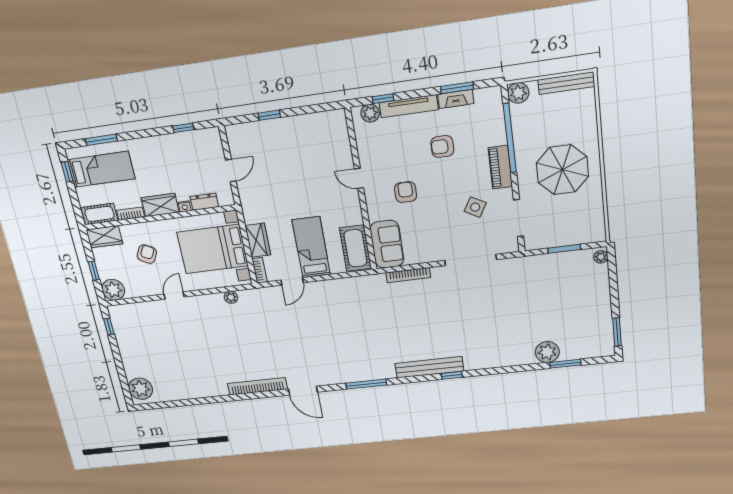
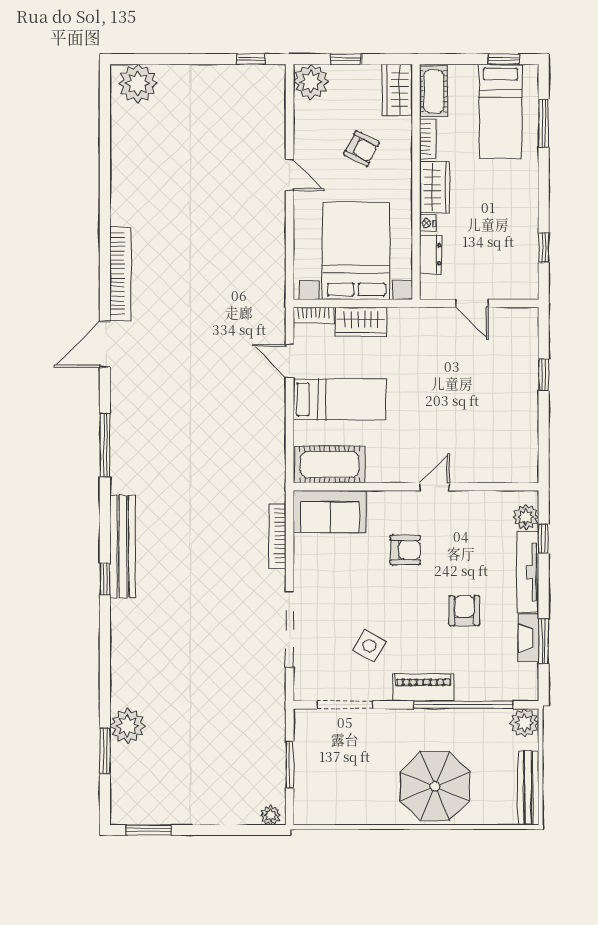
parasol: (562, 170) -> (435, 786), moved
plant: (231, 297) -> (276, 263), removed

